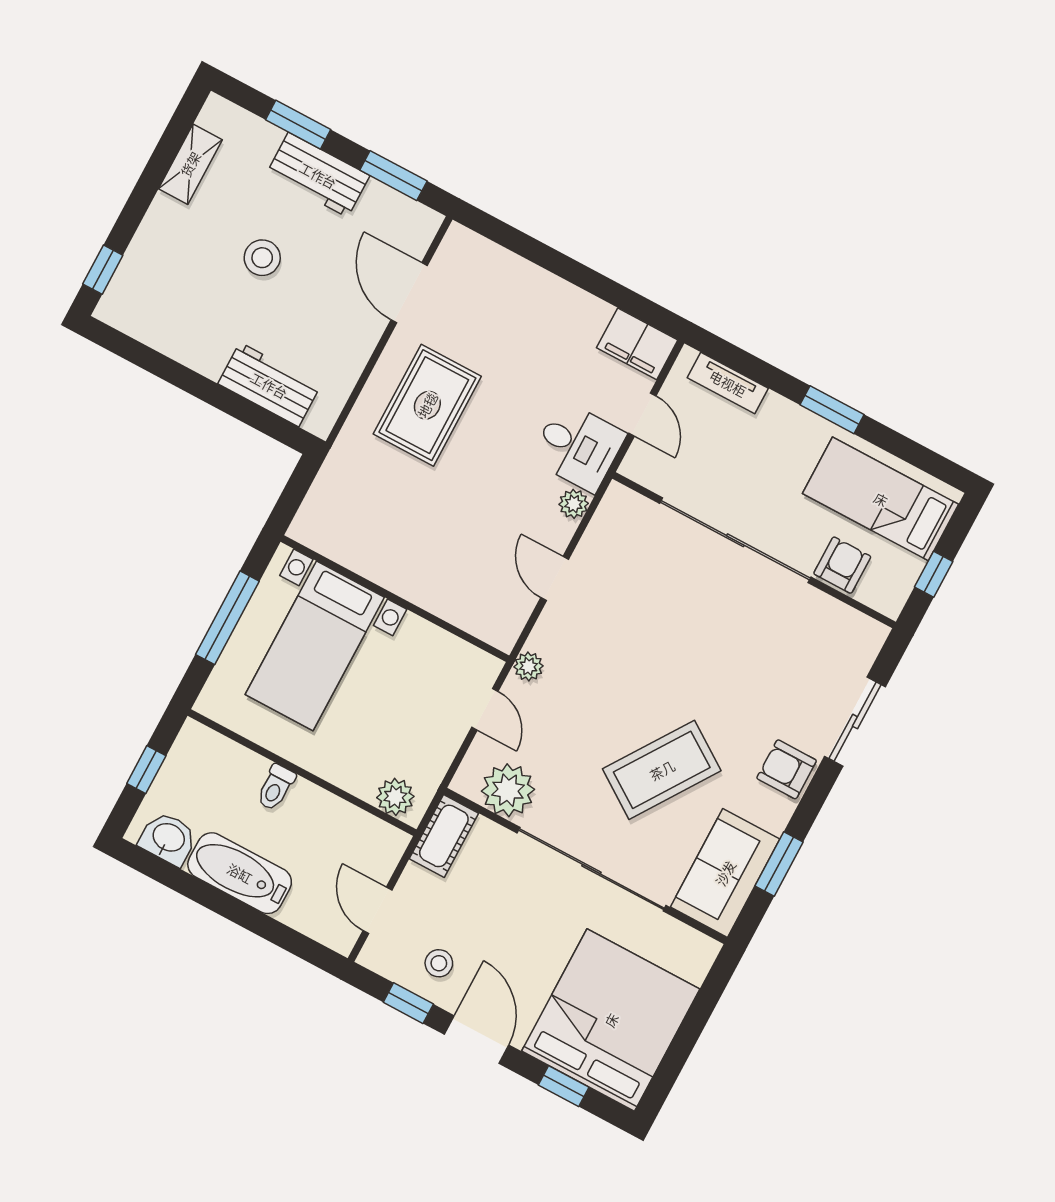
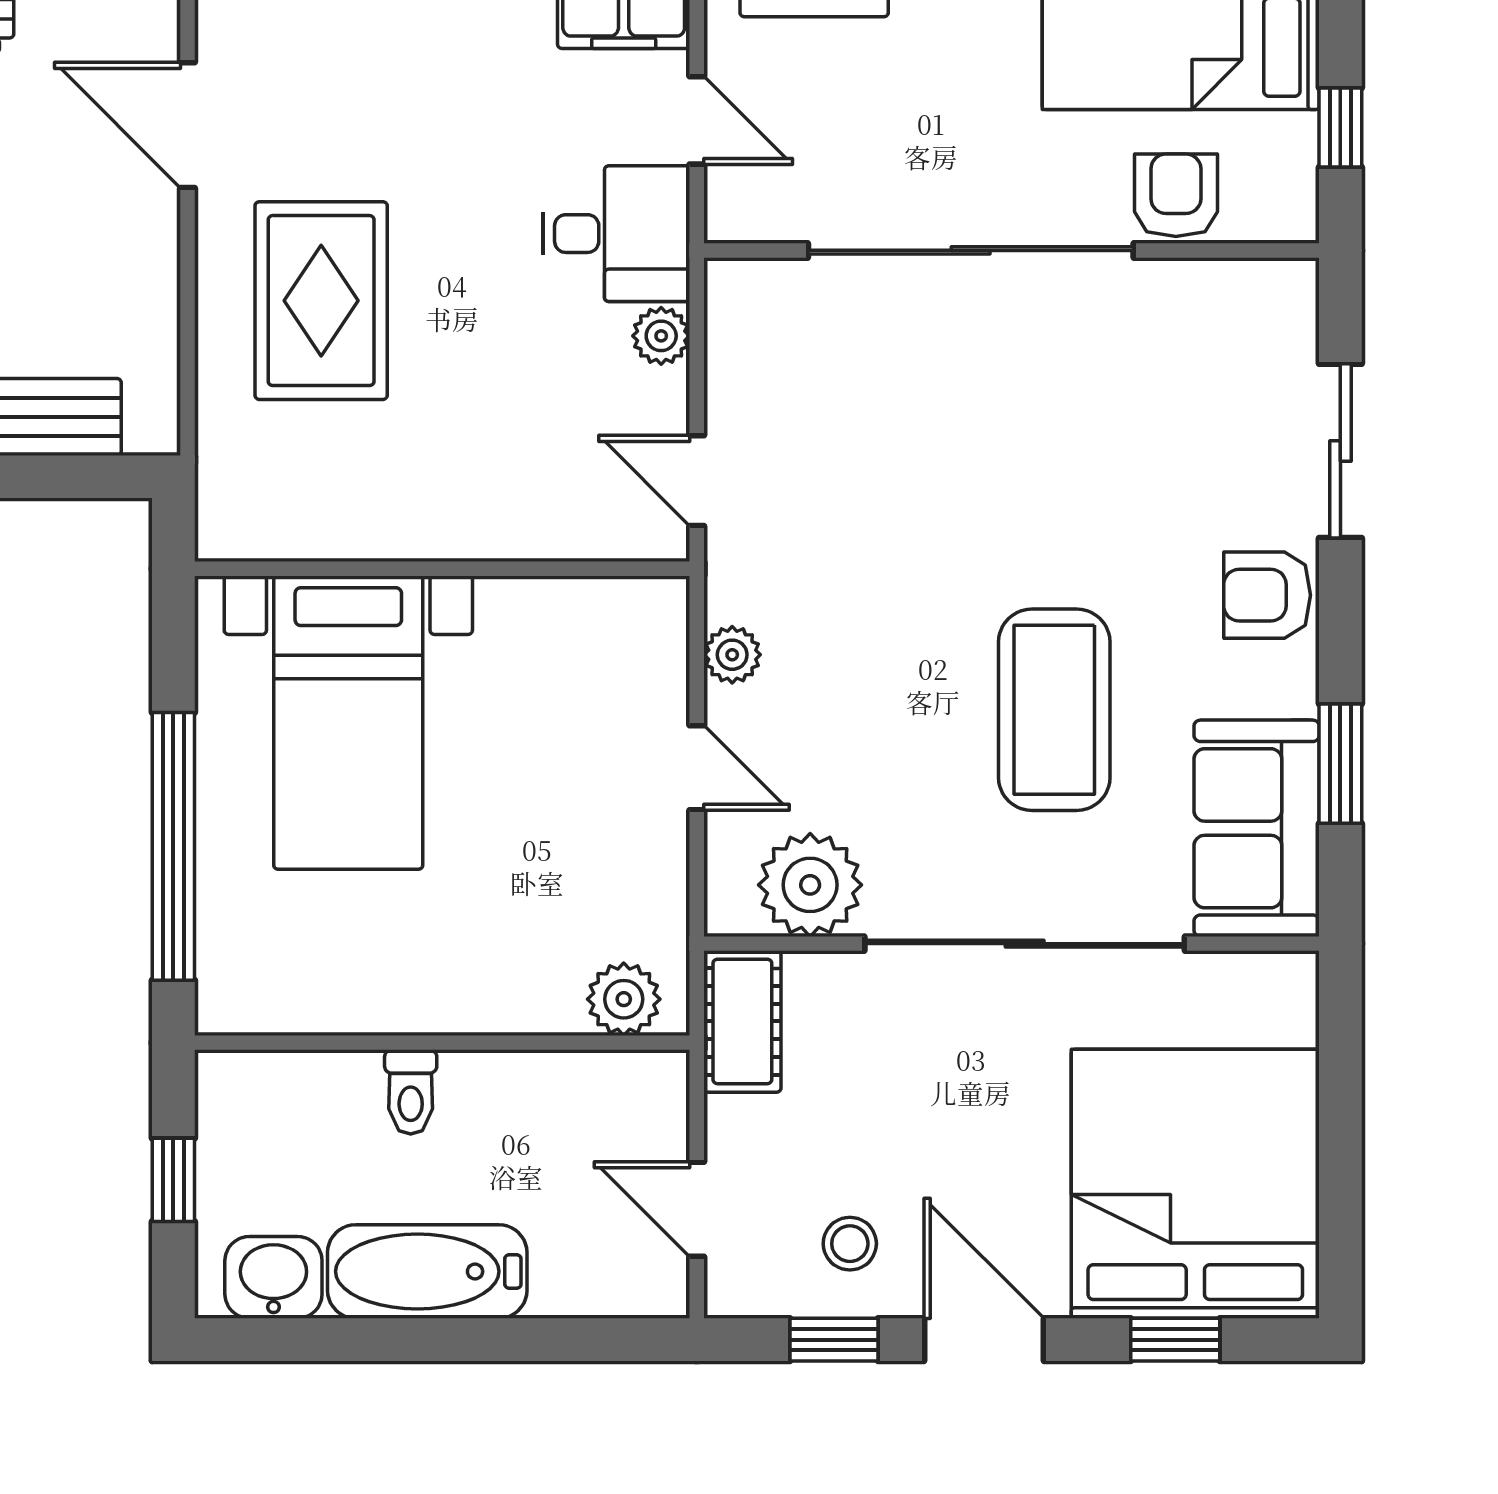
wall: (395, 599) -> (442, 569), moved
window: (227, 618) -> (173, 846), width x1.46
bed with nightstands: (315, 646) -> (348, 723), moved
coffee table: (662, 770) -> (1054, 710), turned -34

